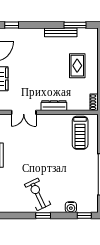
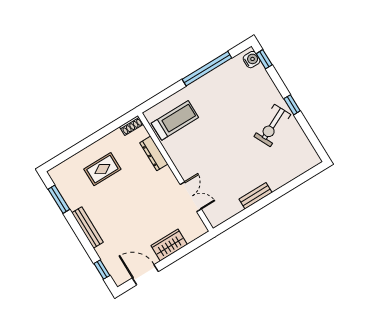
bench: (61, 32) -> (87, 227), moved
dresser: (54, 106) -> (154, 153), moved
water cooler: (71, 207) -> (252, 60), moved

